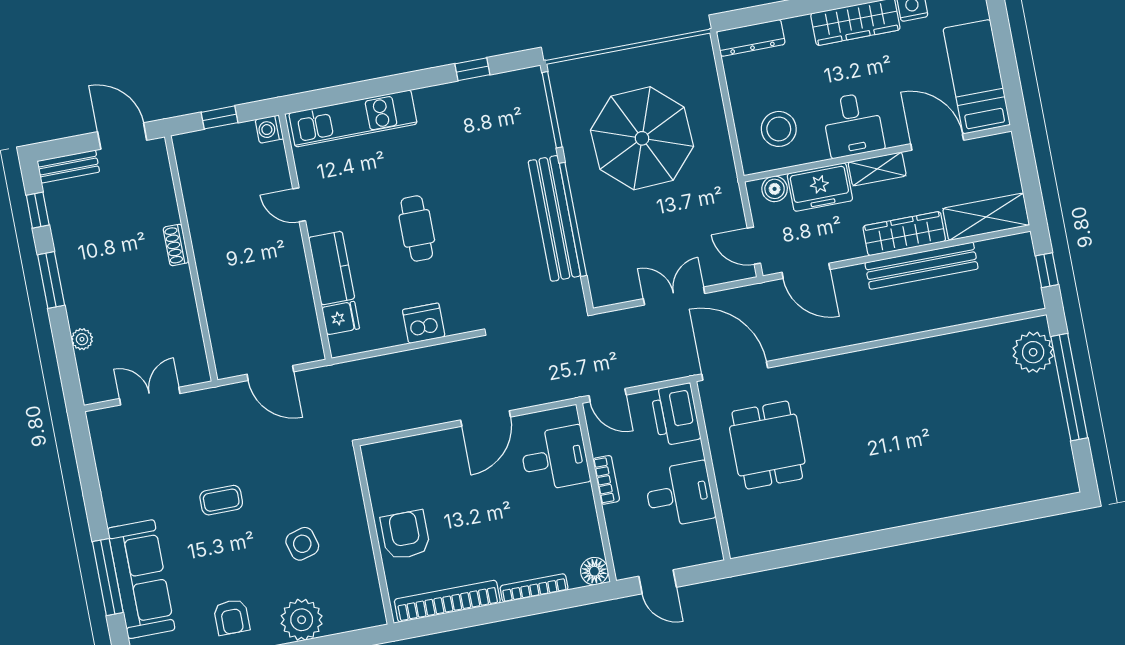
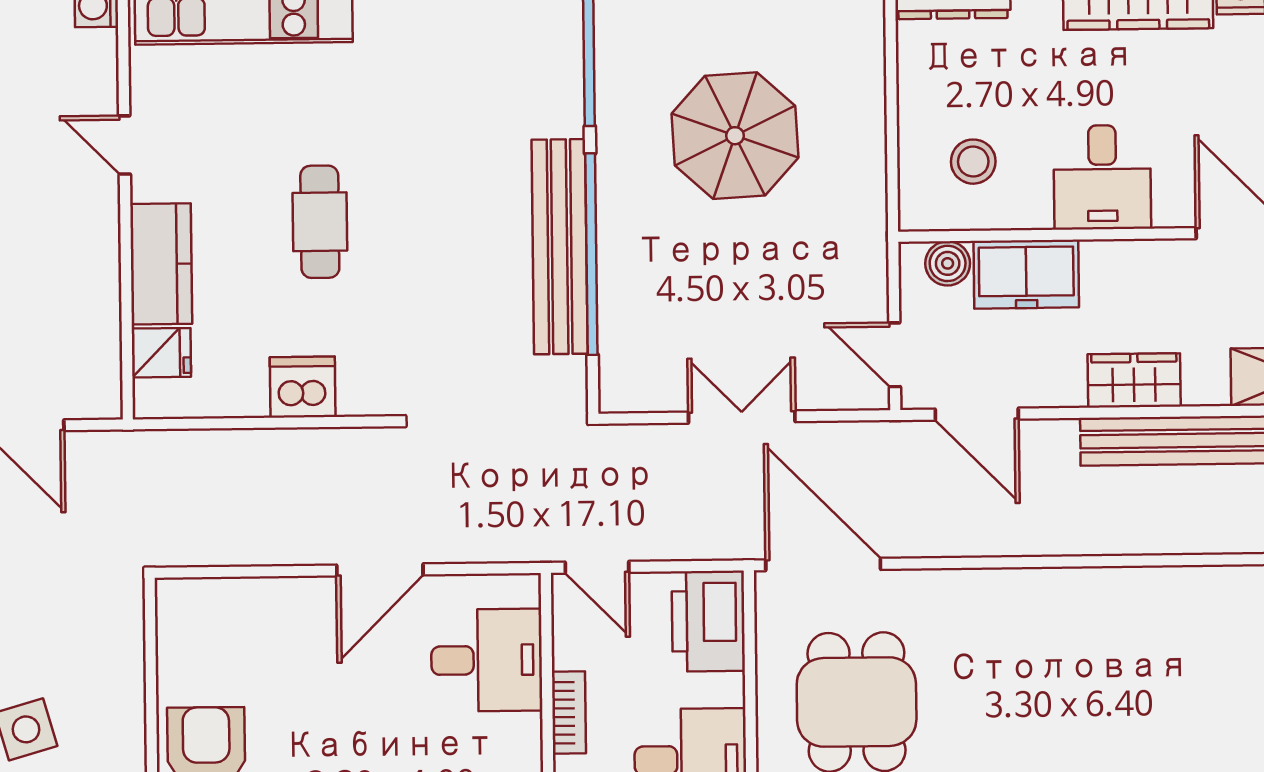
stool: (779, 129) -> (973, 162), width x0.73, depth x0.73
parasol: (642, 138) -> (735, 136), width x0.73, depth x0.73
shelving: (877, 169) -> (1130, 260), removed
wardrobe: (904, 234) -> (1134, 380), width x0.67

